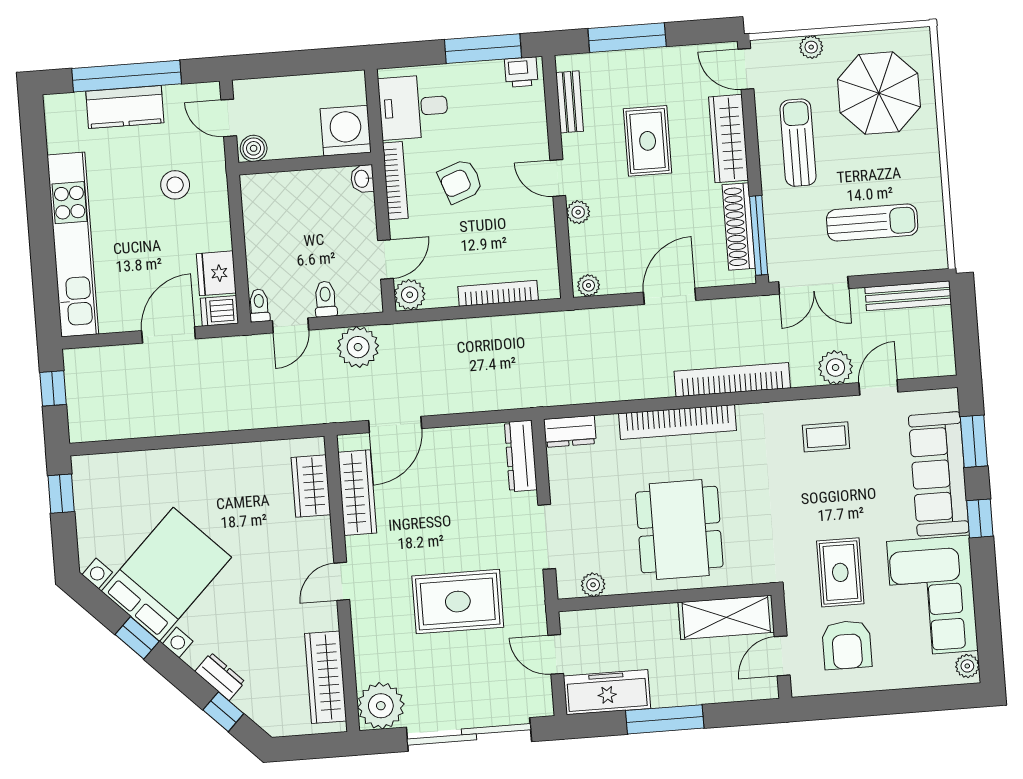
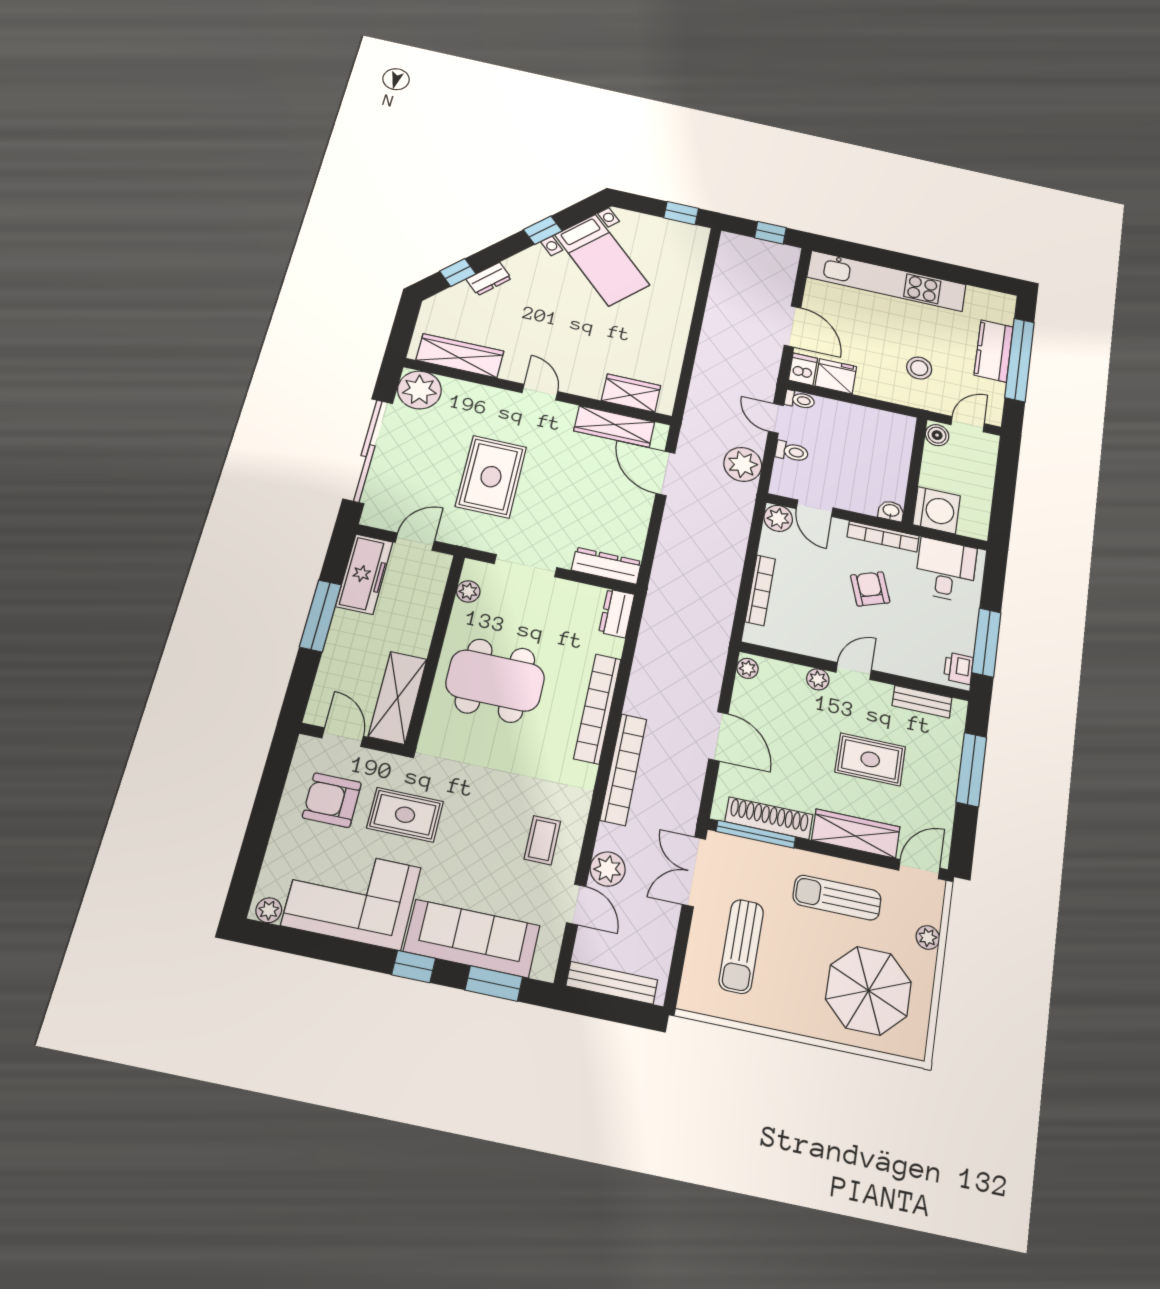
sun lounger: (798, 143) -> (837, 898), turned 180
bench: (908, 296) -> (612, 983), moved, turned 90
bed with nightstands: (166, 574) -> (602, 260), width x0.73

